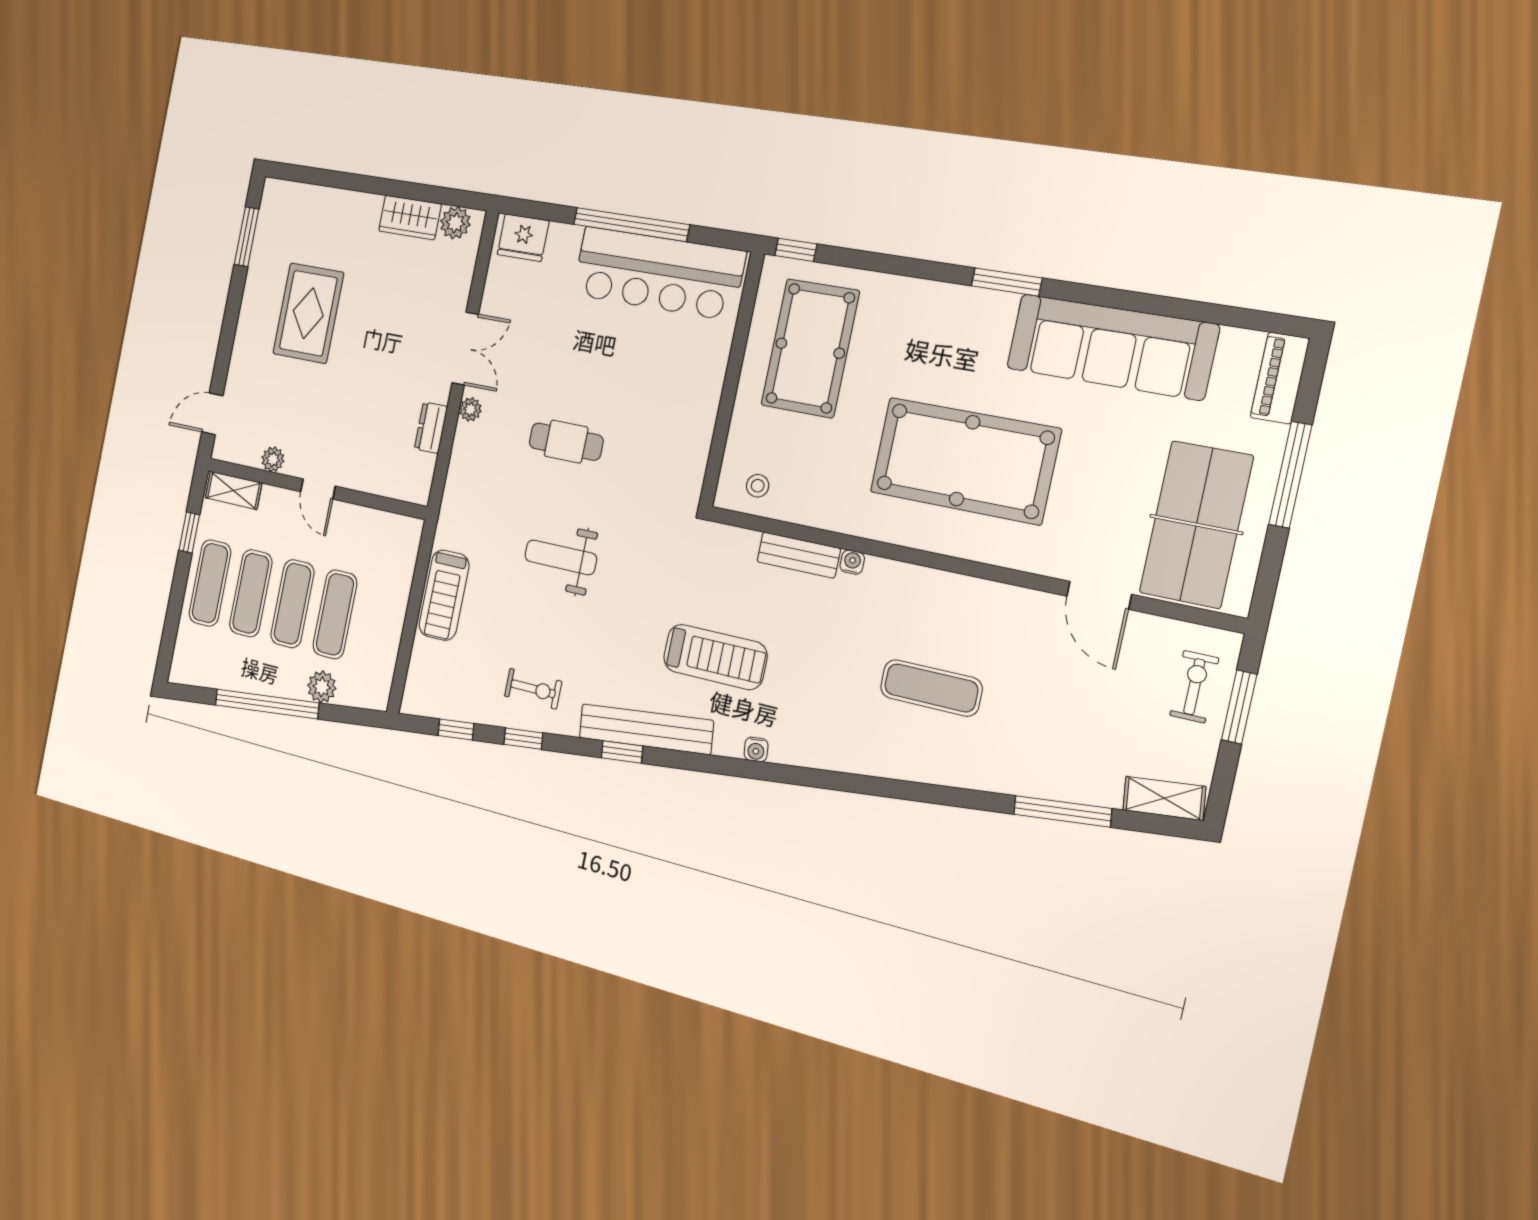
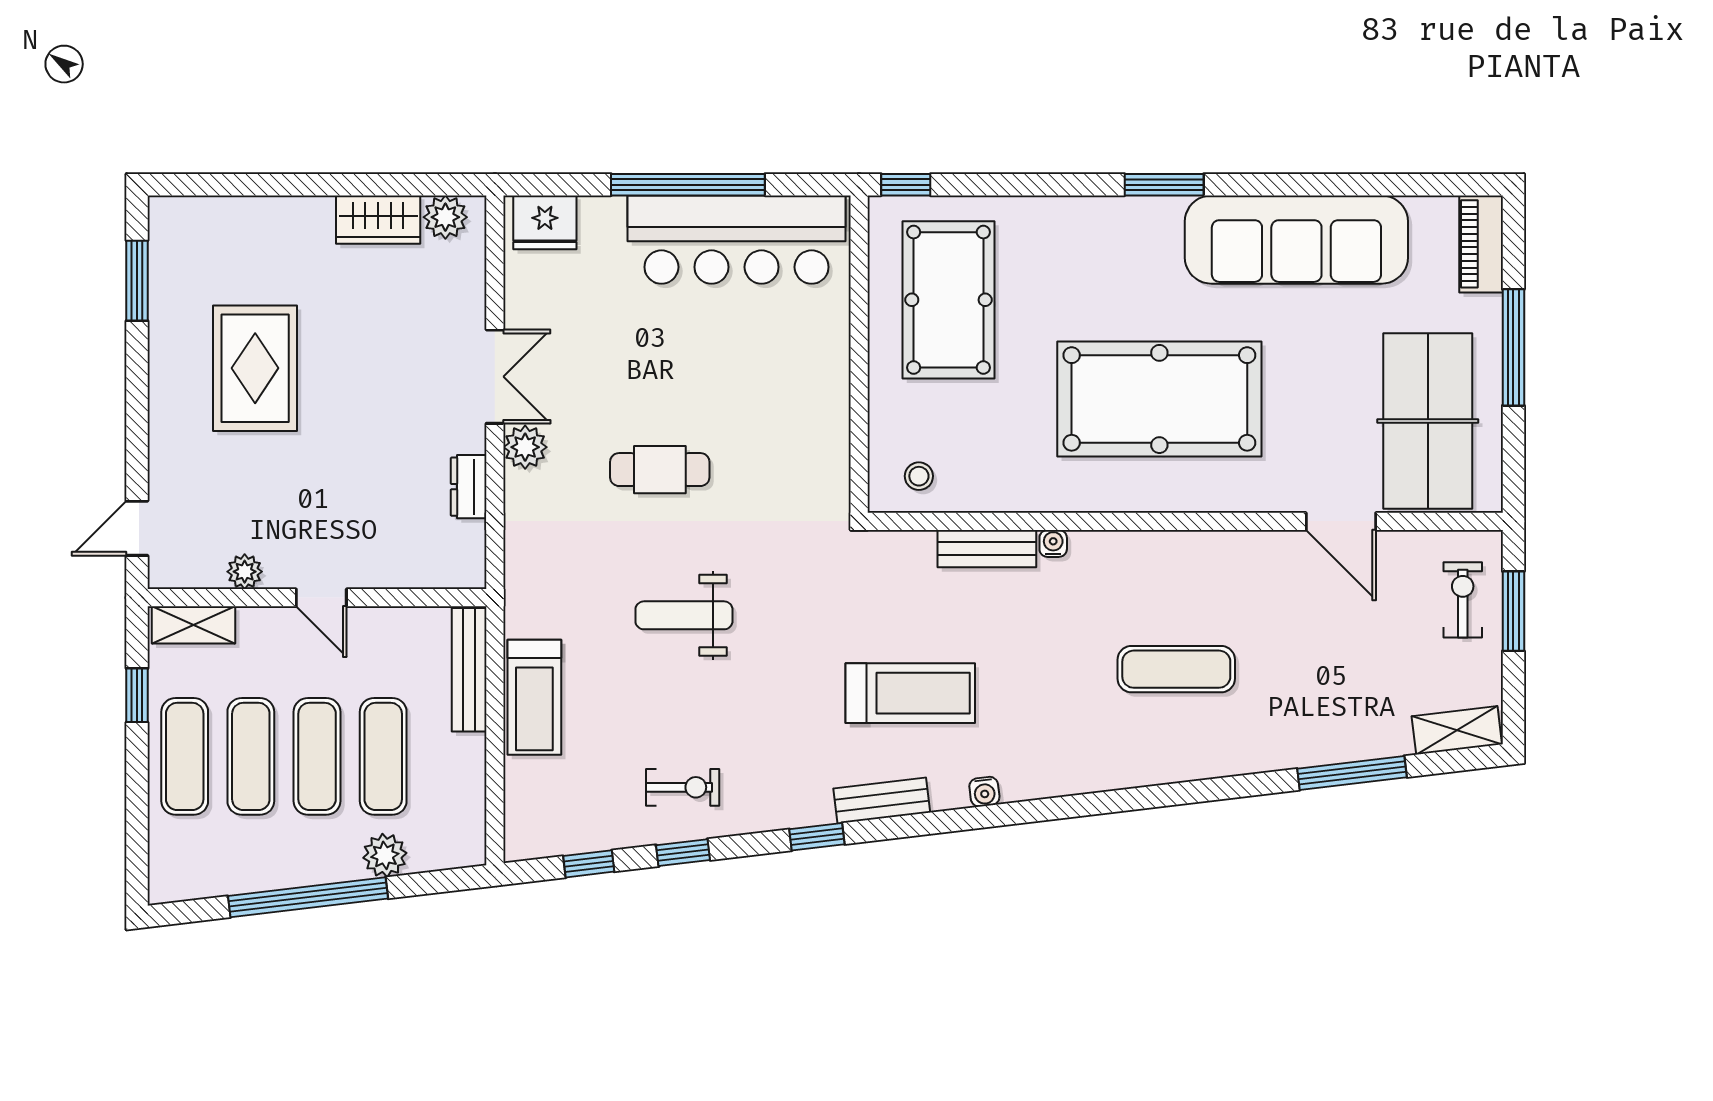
plant: (470, 409) -> (525, 447), width x1.38, depth x1.38
bench: (404, 564) -> (469, 670), added
bench: (646, 729) -> (882, 800), width x0.54, depth x0.82

